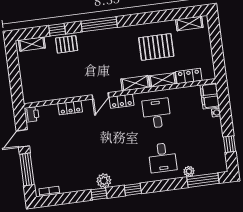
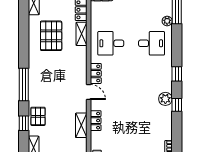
shelving: (135, 83) -> (81, 125), moved

